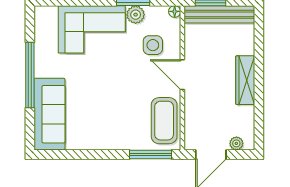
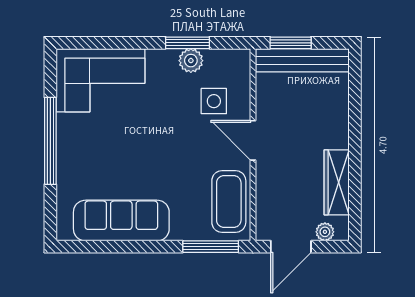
floor lamp: (175, 11) -> (243, 56), removed
corner sofa: (92, 29) -> (100, 80), moved
wardrobe: (245, 80) -> (337, 182), moved
sofa: (49, 114) -> (121, 221), moved, turned -90

